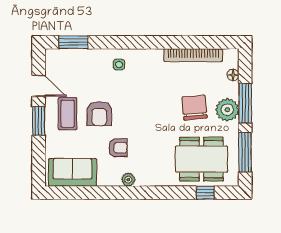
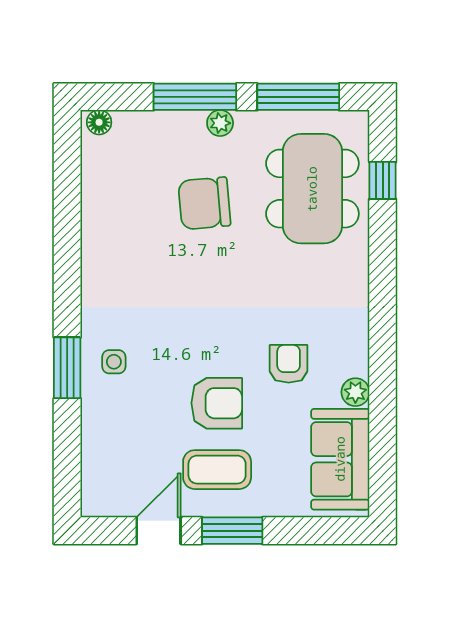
window: (73, 42) -> (67, 368), moved
bookcase: (193, 55) -> (94, 206), removed
floor lamp: (233, 75) -> (99, 122), moved
plant: (227, 110) -> (220, 123), width x0.53, depth x0.53
plant: (128, 180) -> (355, 392), moved

